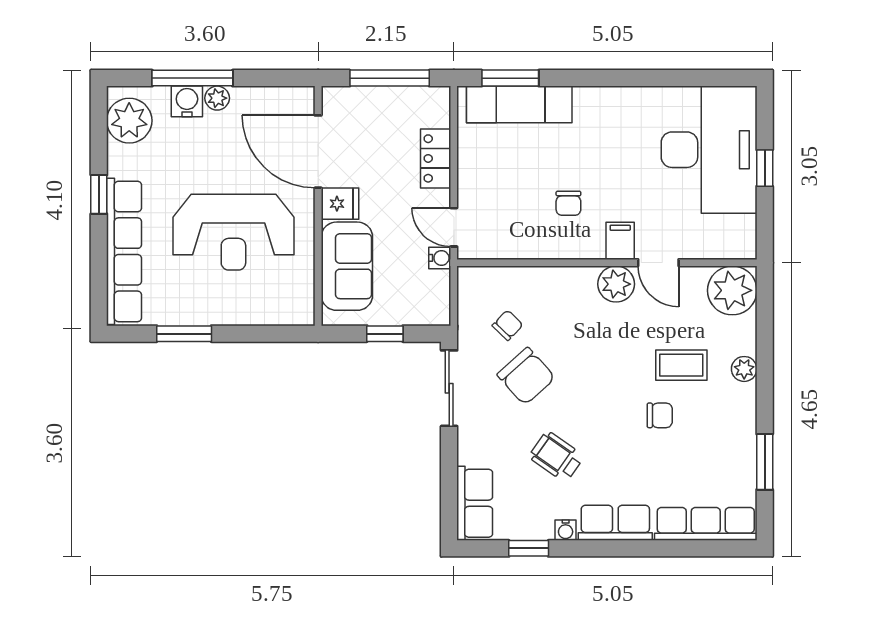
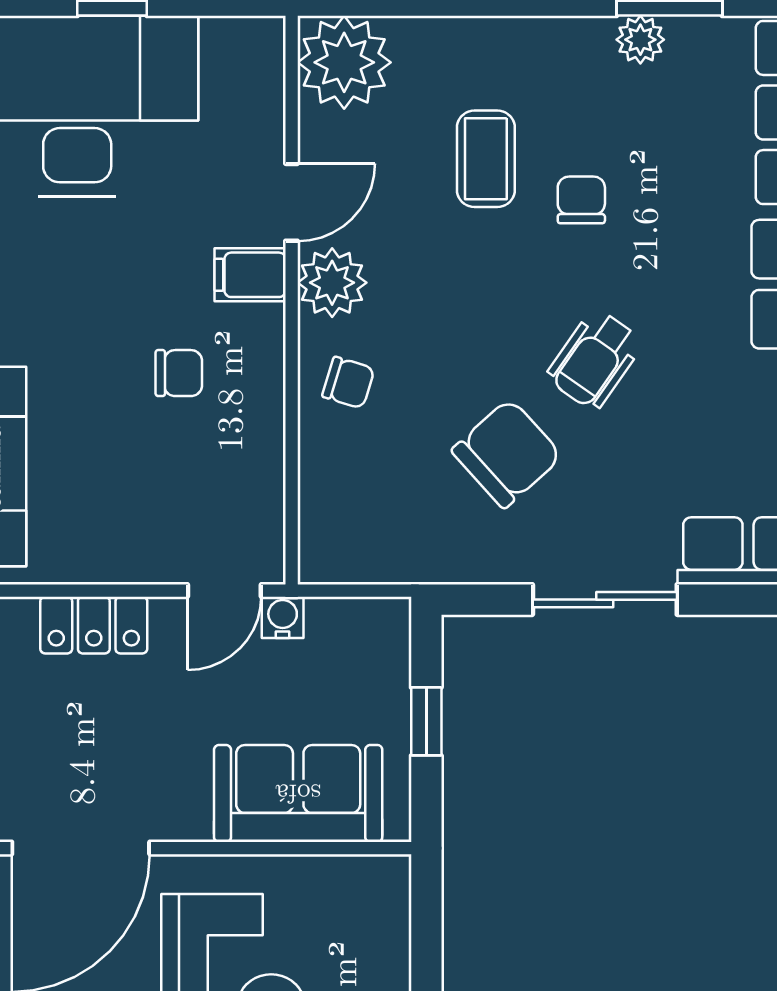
fridge: (340, 204) -> (180, 807), removed
chair: (508, 325) -> (348, 383), moved, turned 153
plant: (744, 369) -> (640, 40), moved
sliding door: (449, 388) -> (605, 600), moved
wheelchair: (556, 457) -> (595, 359), moved

